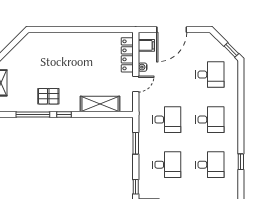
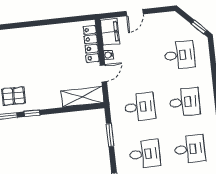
door: (172, 30) -> (135, 13), width x0.53
filing cabinet: (146, 45) -> (110, 32), width x2.00
shelving: (100, 104) -> (82, 97), moved

